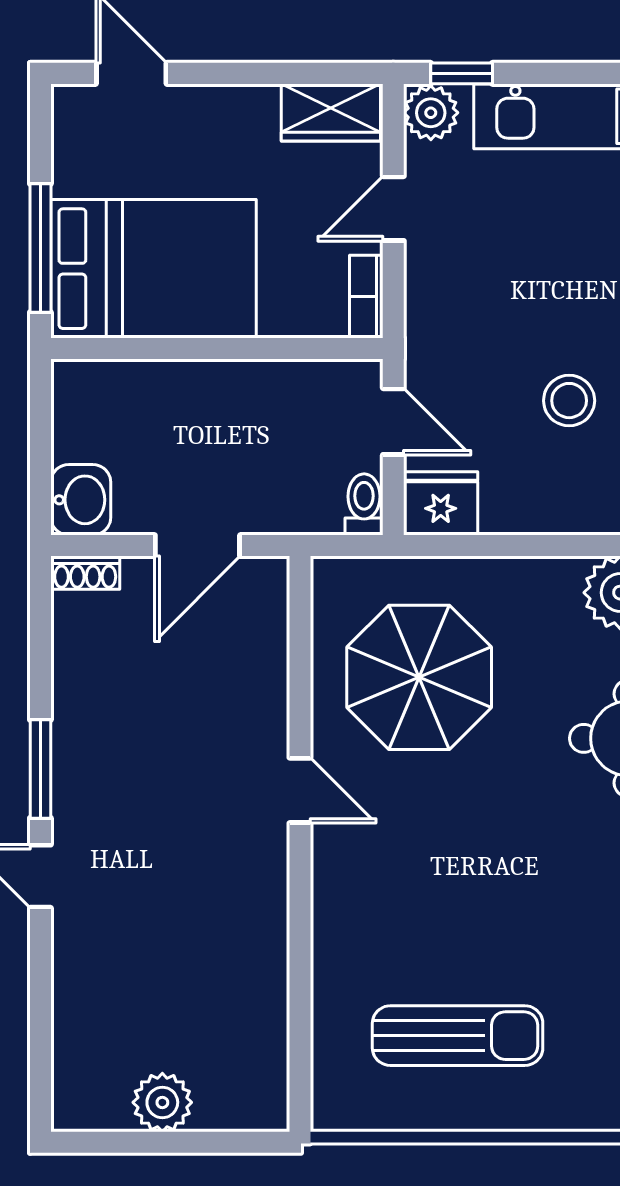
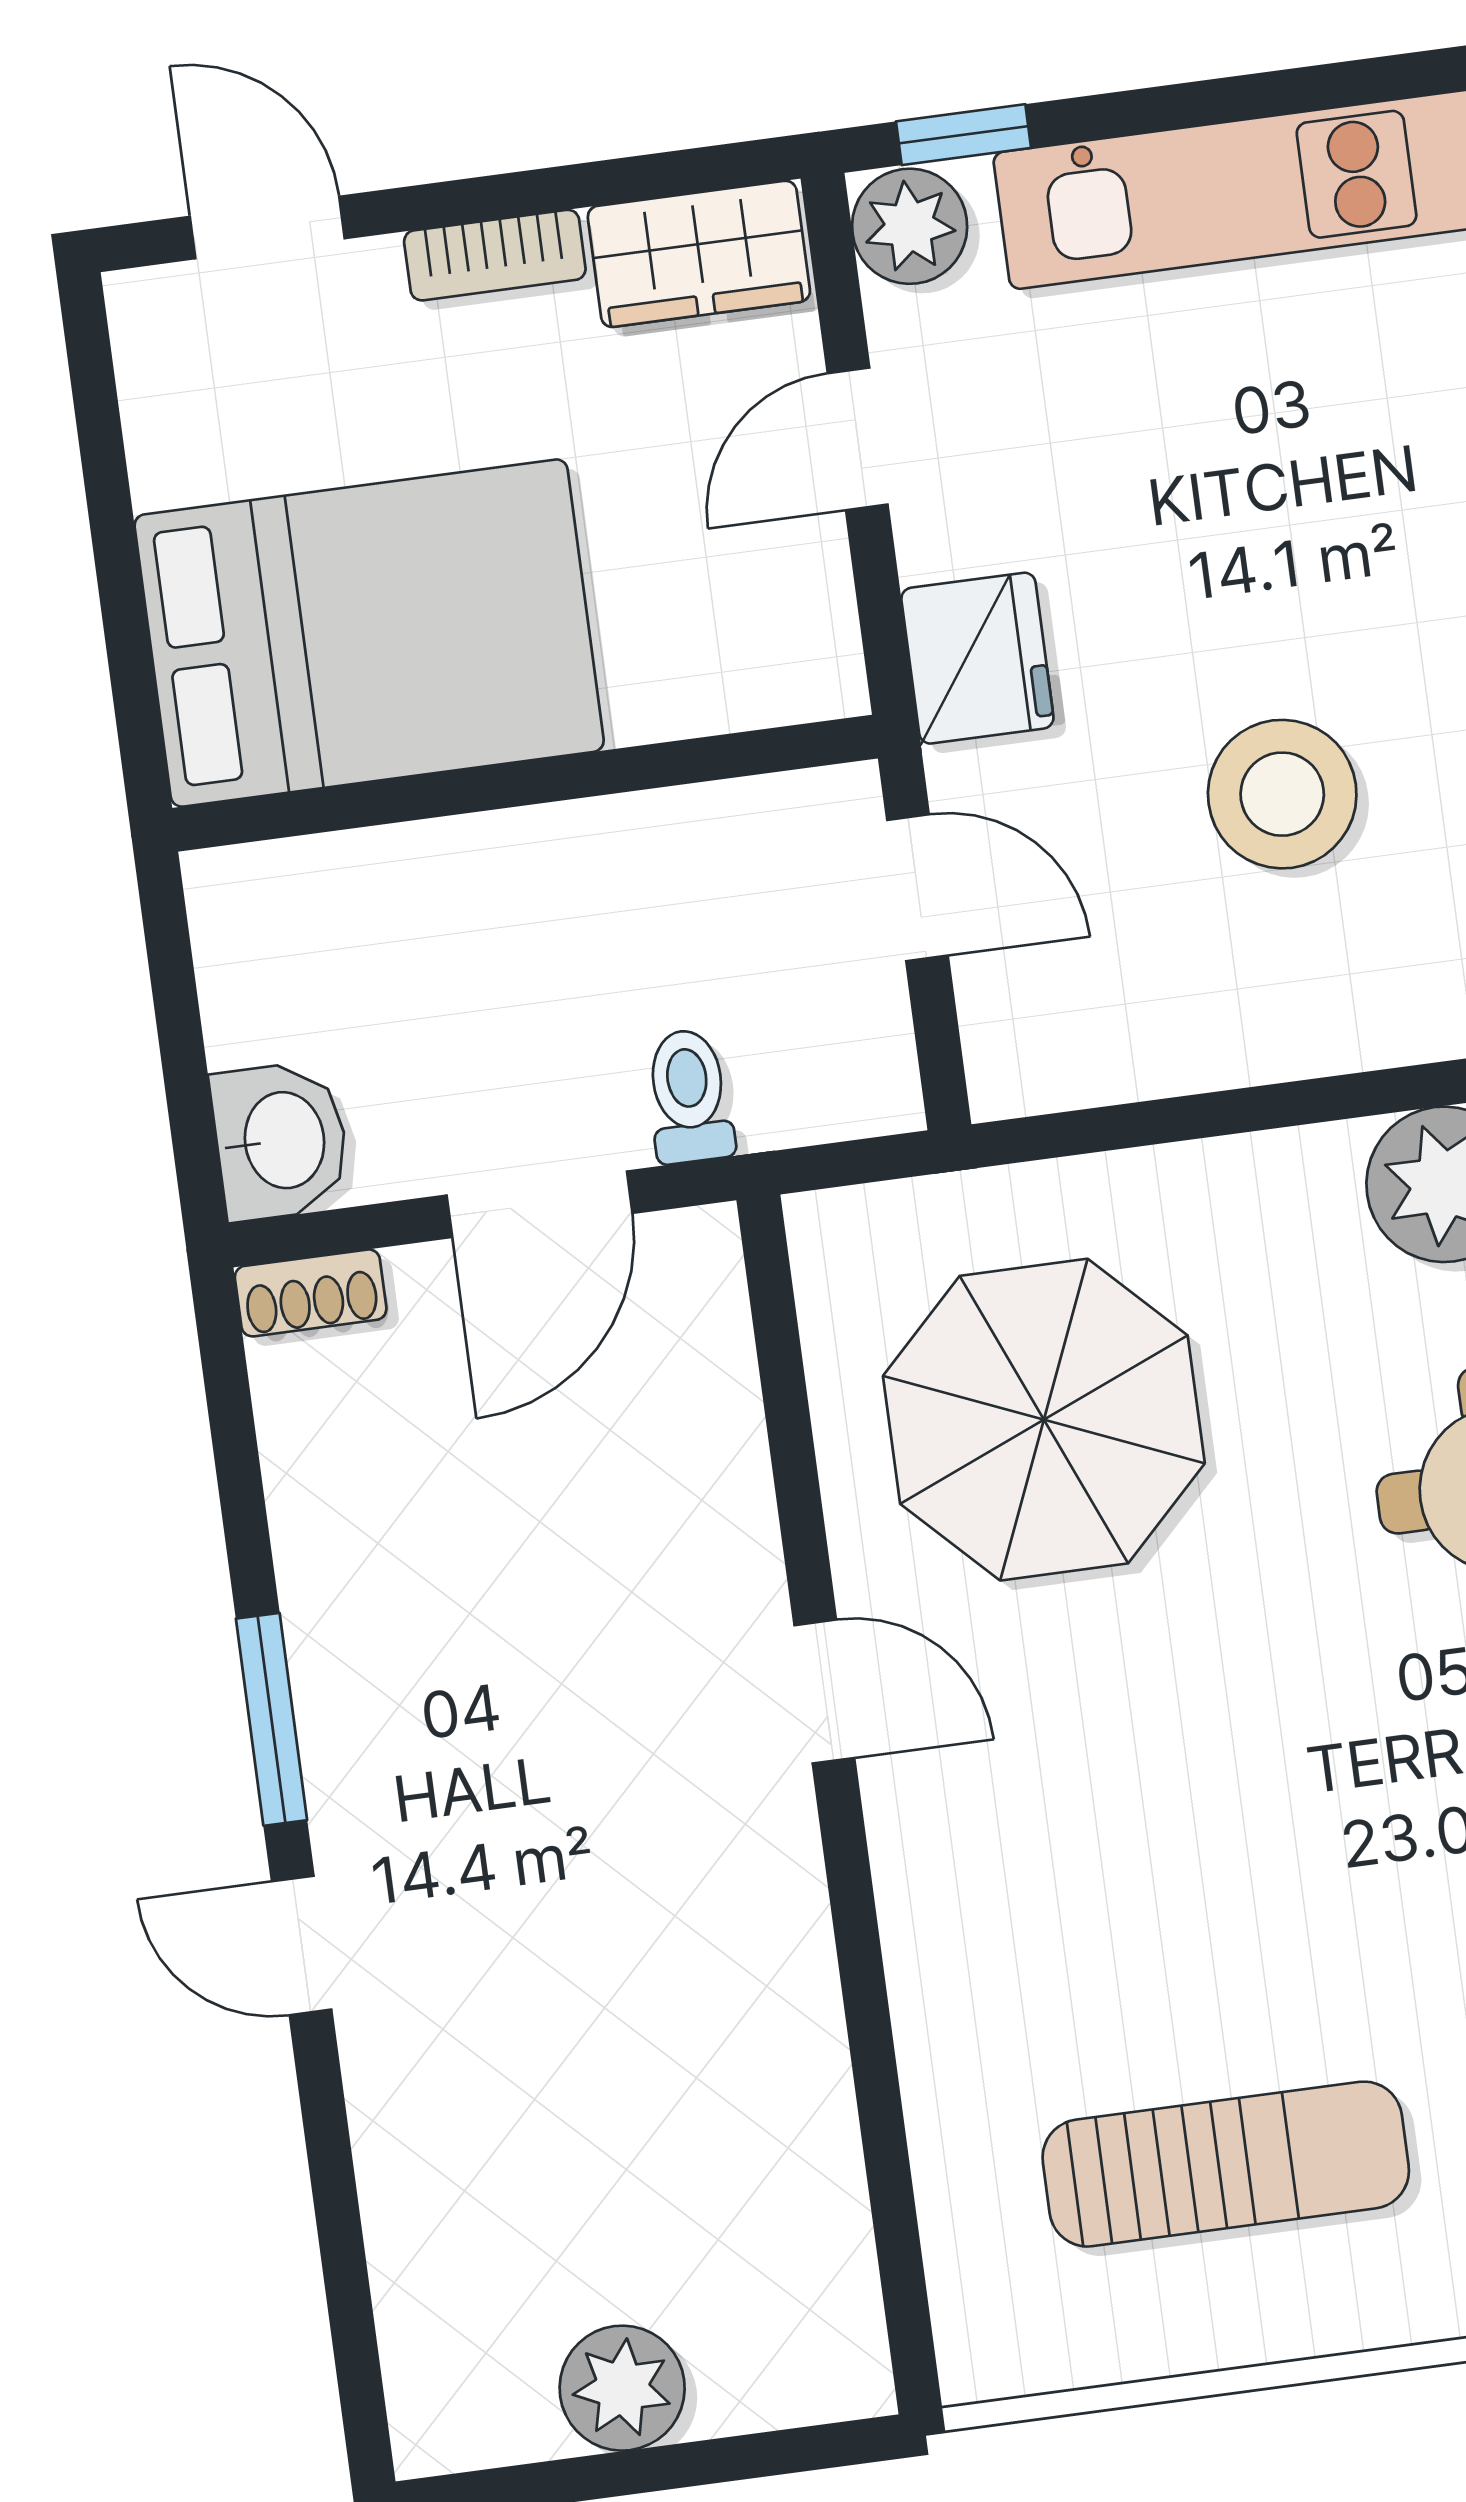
window: (40, 248) -> (125, 621), removed
bookcase: (366, 297) -> (495, 255), moved, turned -90
stool: (569, 401) -> (1282, 794), width x1.38, depth x1.38
fridge: (441, 503) -> (977, 658), moved, turned 90
toilet: (364, 504) -> (689, 1096), moved

